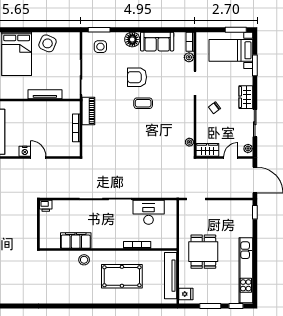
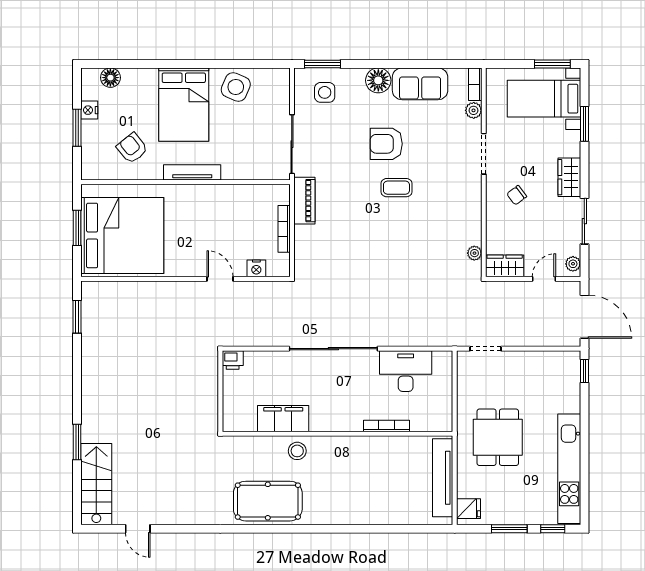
tv unit: (45, 94) -> (192, 172), moved
nightstand: (25, 151) -> (256, 268), moved
pool table: (122, 276) -> (268, 501), moved

